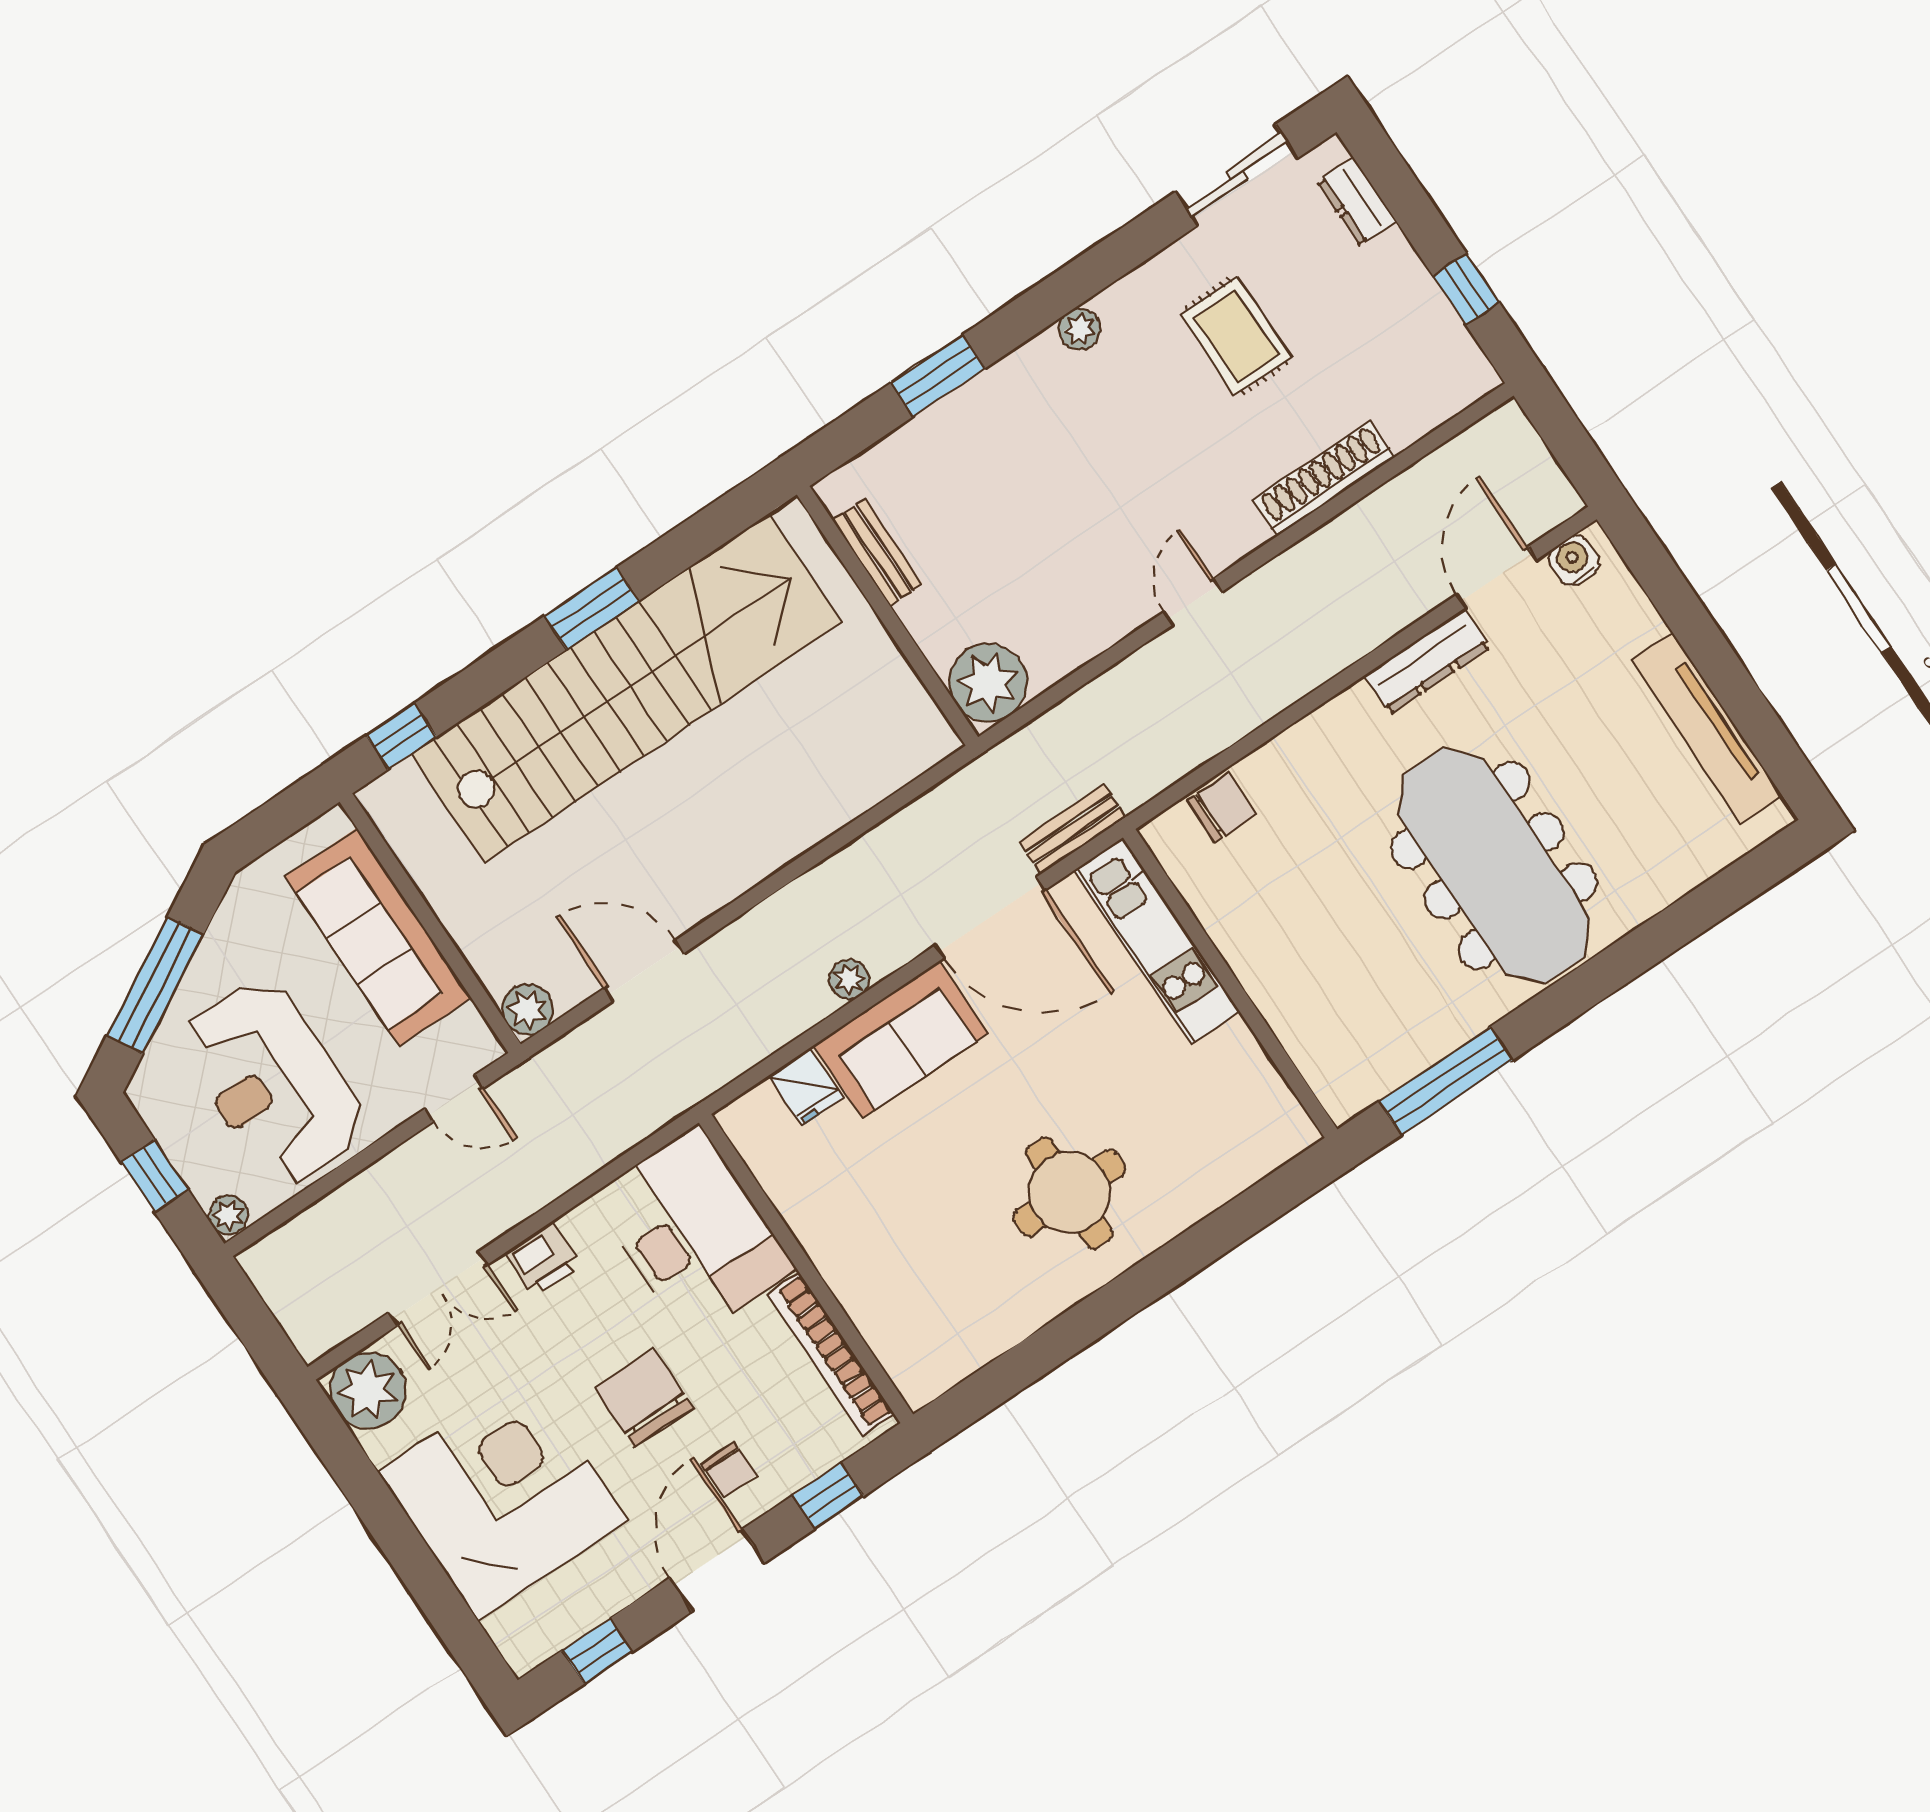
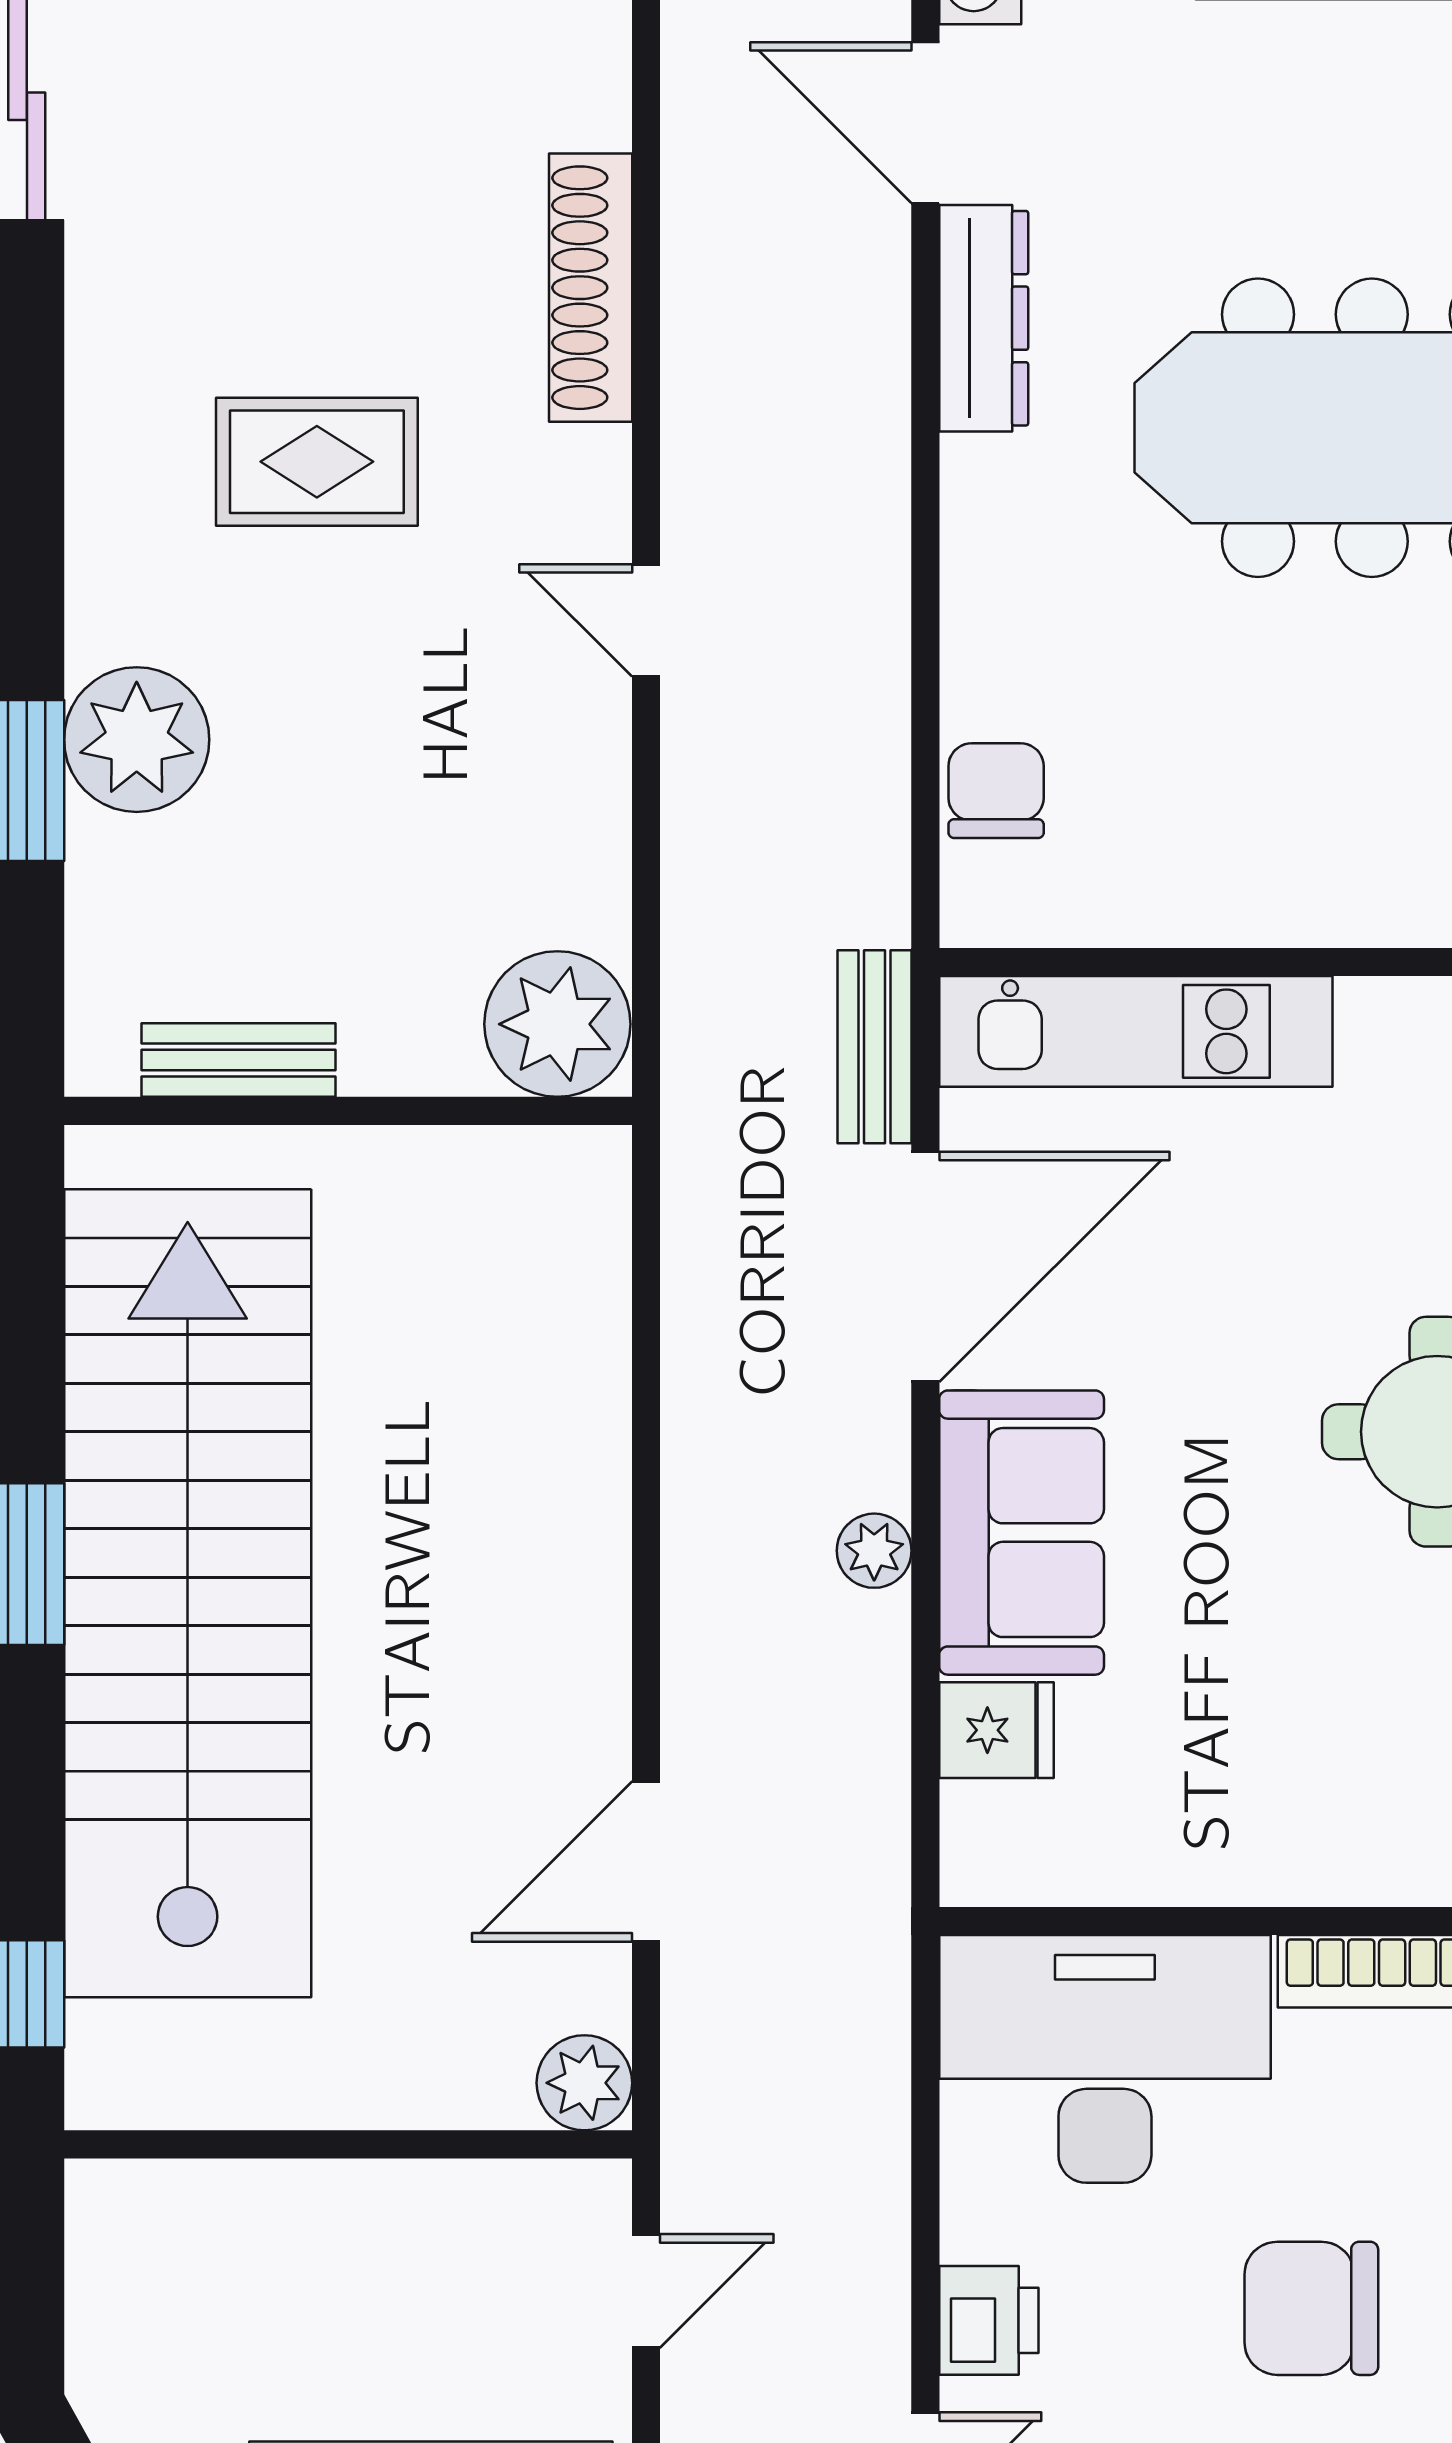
plant: (1080, 329) -> (137, 740), moved, width x1.87, depth x1.87
rug: (1236, 336) -> (317, 462), moved
sofa: (378, 937) -> (315, 2240), removed

